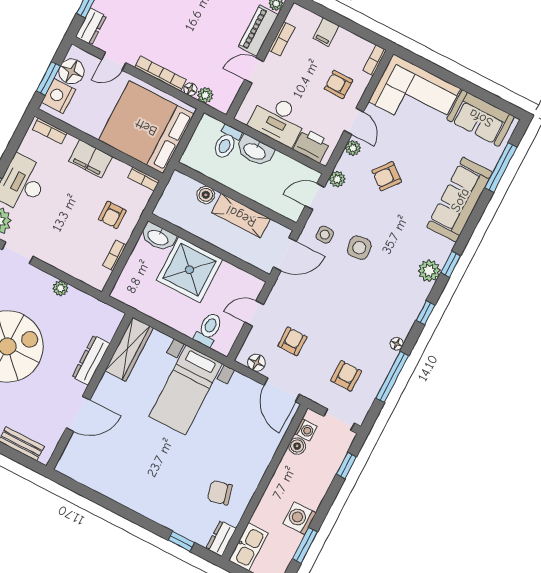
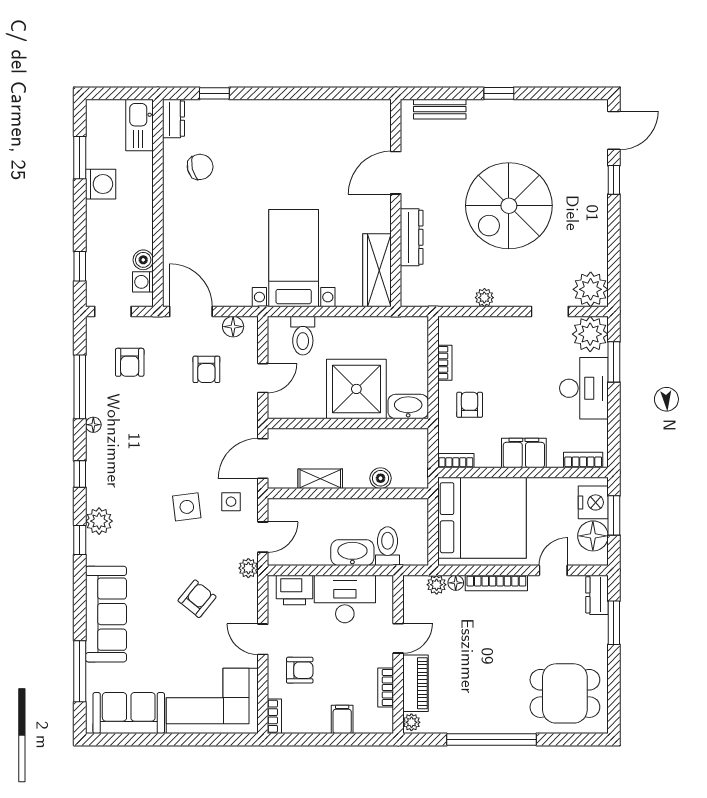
plant: (353, 148) -> (249, 610), removed
shelving: (241, 216) -> (320, 479), width x0.67, depth x0.75

